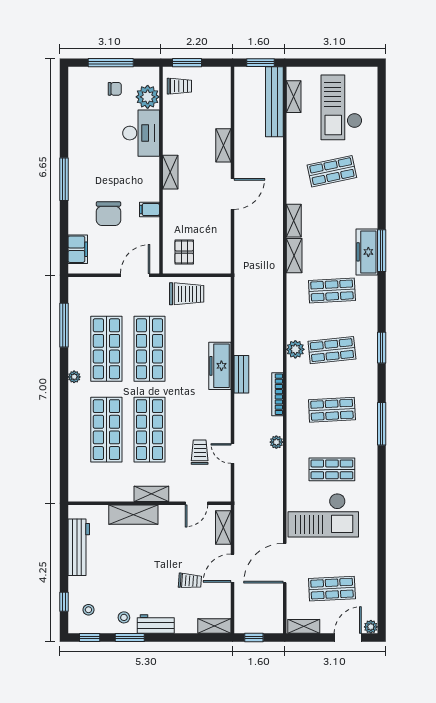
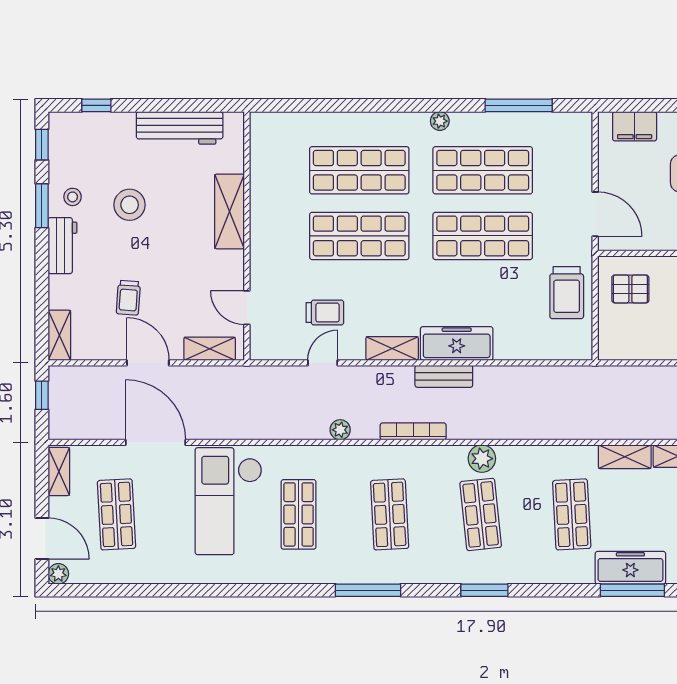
shelving: (151, 494) -> (392, 348), moved, turned 90
stool: (88, 610) -> (130, 205), moved, width x1.89, depth x1.89

